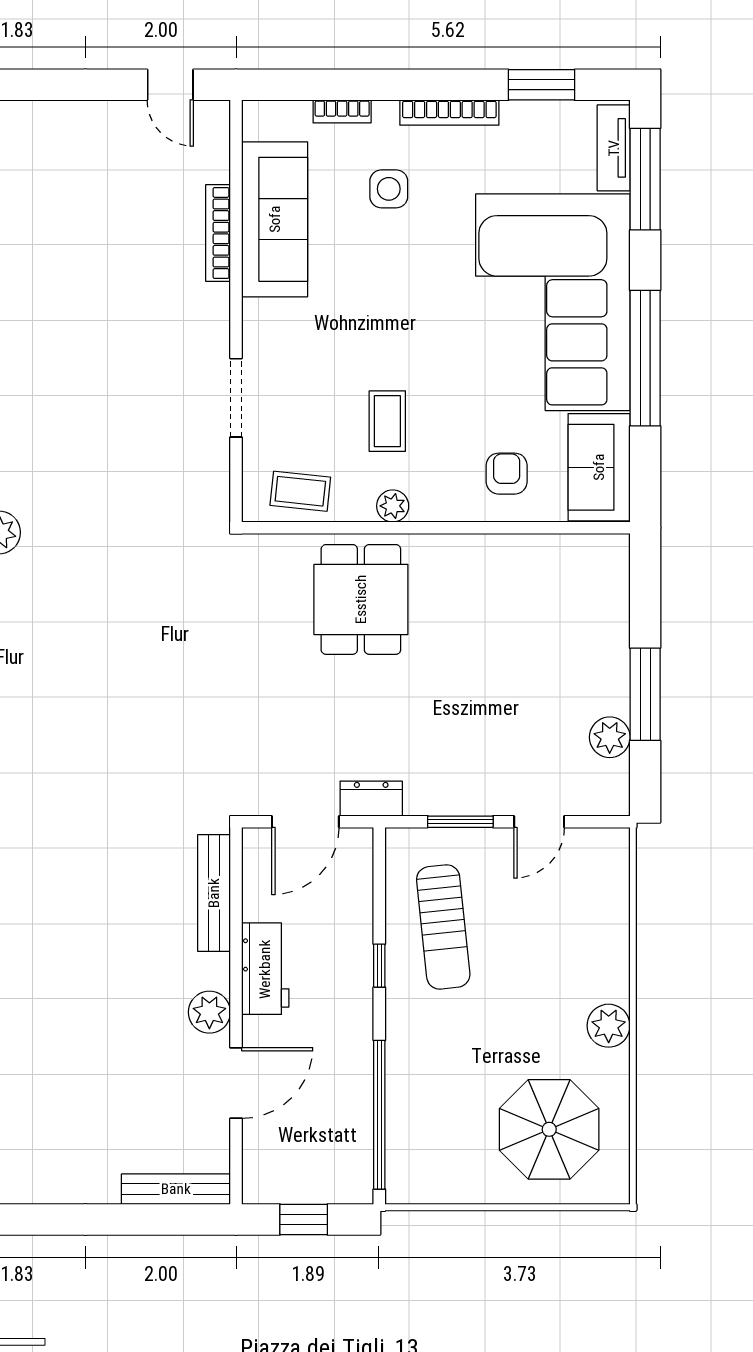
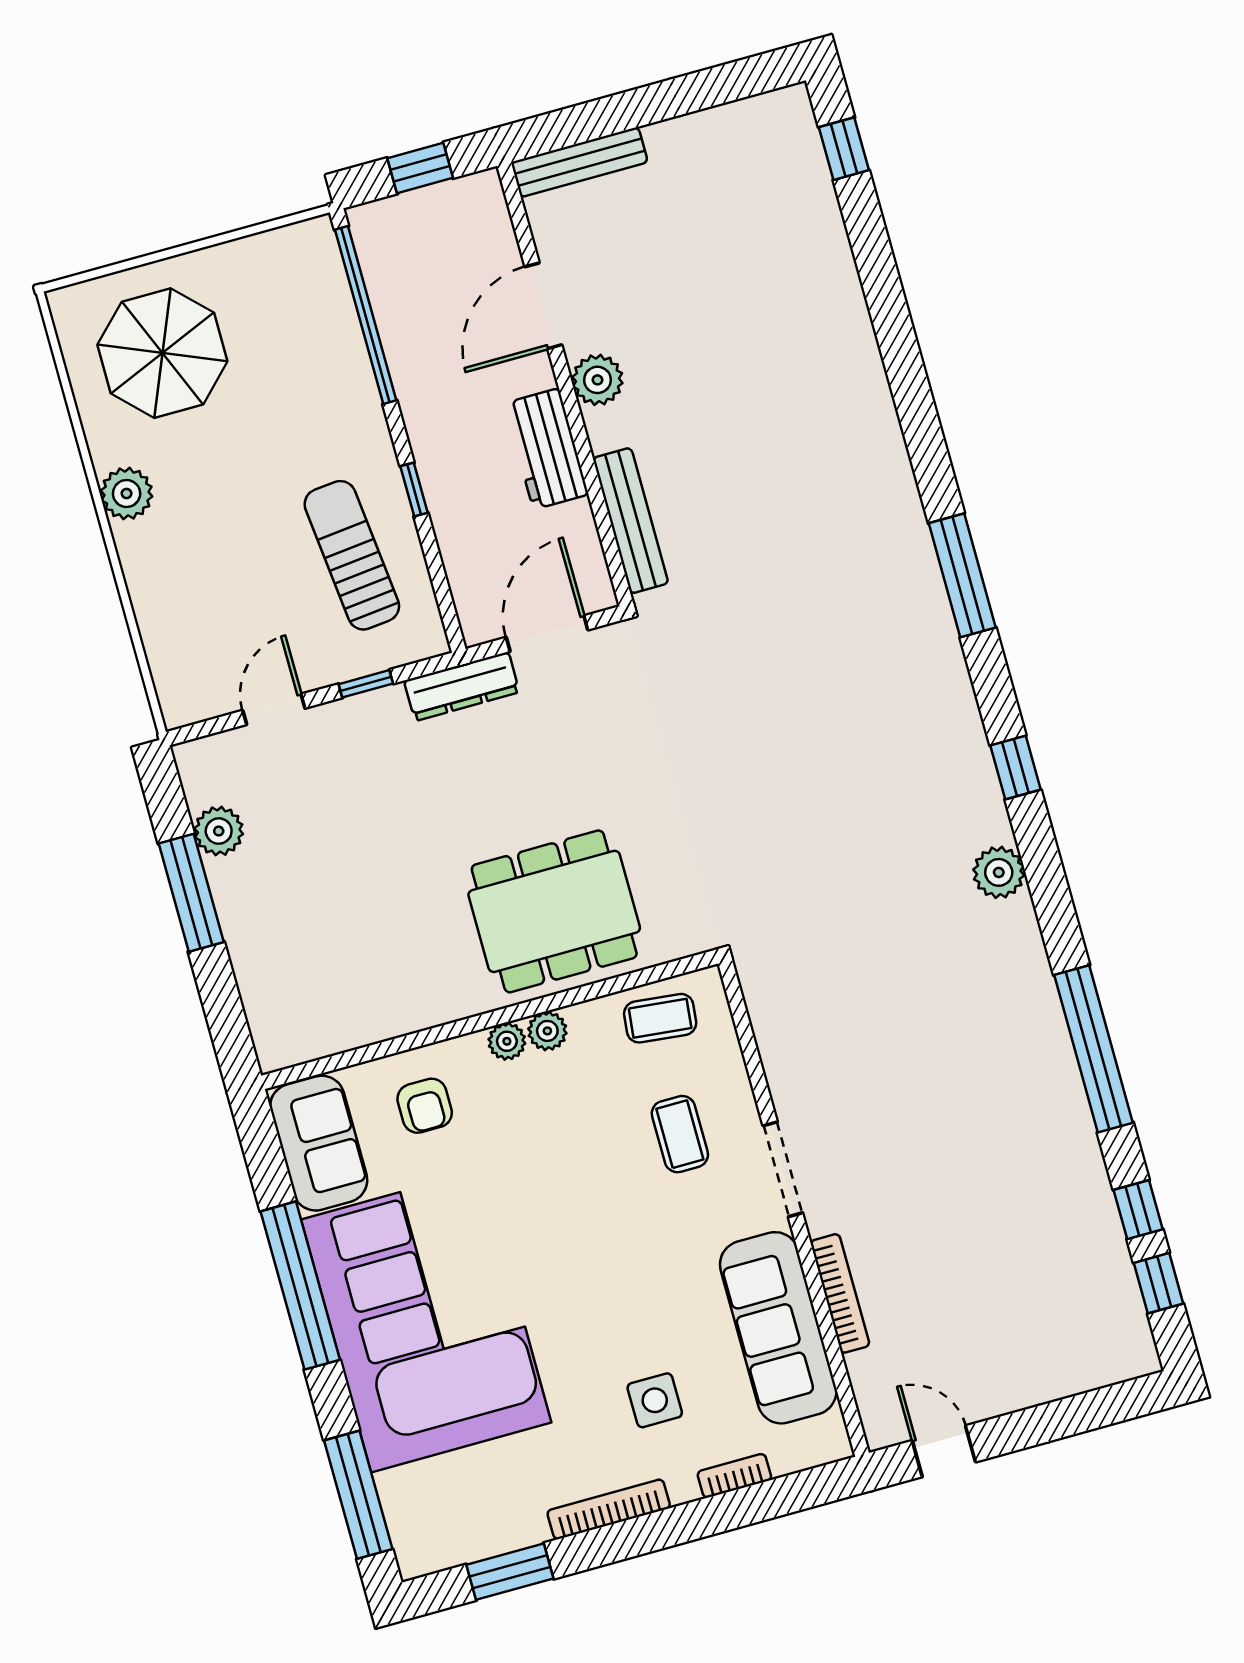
tv unit: (614, 148) -> (405, 1521), removed
doorway: (236, 398) -> (783, 1169), moved
coffee table: (387, 421) -> (680, 1134), moved
plant: (427, 507) -> (507, 1041), added
dining table: (361, 599) -> (554, 911), width x1.38
dresser: (371, 799) -> (462, 686), width x1.44
window: (460, 822) -> (366, 684), width x0.67

